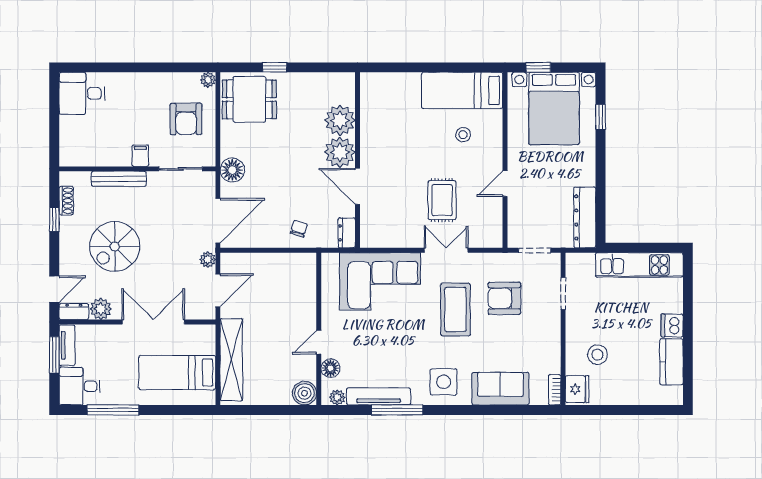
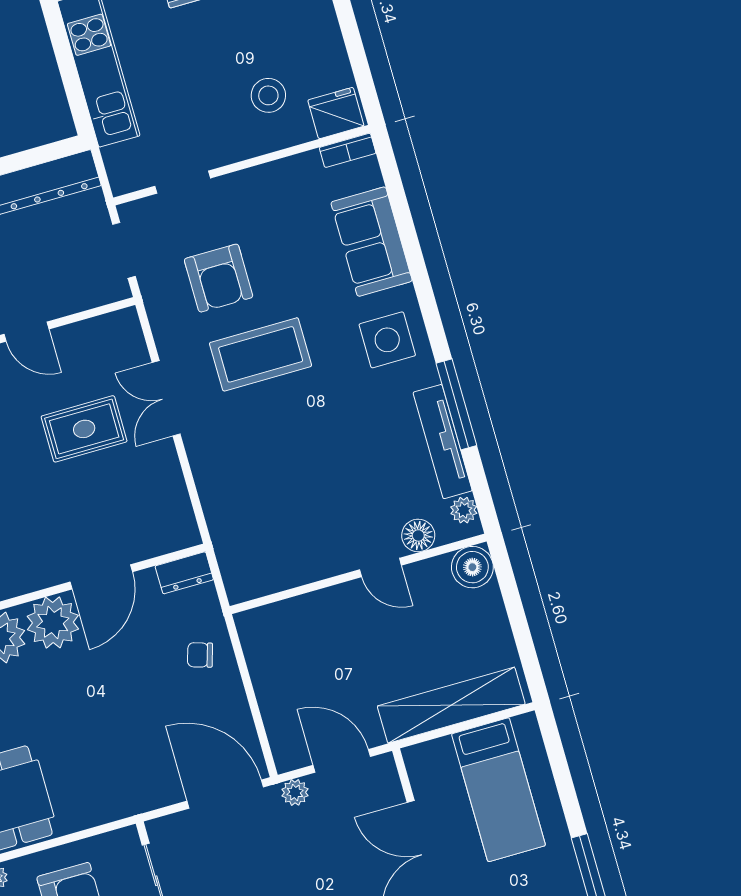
floor lamp: (232, 170) -> (134, 794), removed
corner sofa: (380, 281) -> (250, 494), removed

